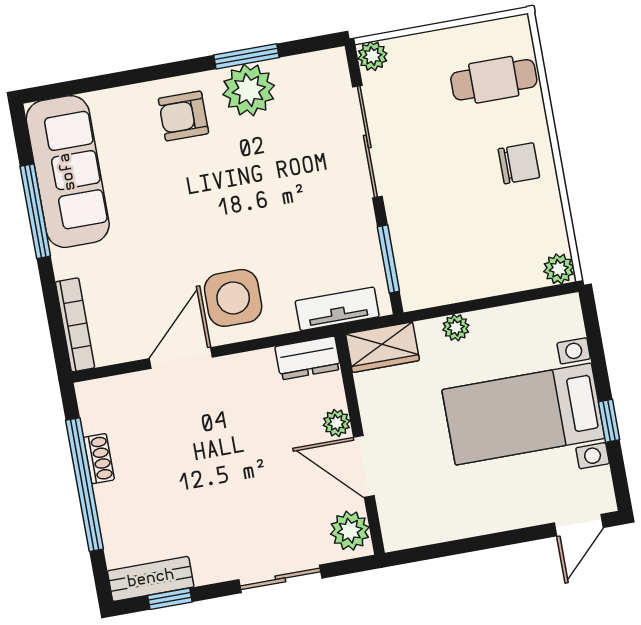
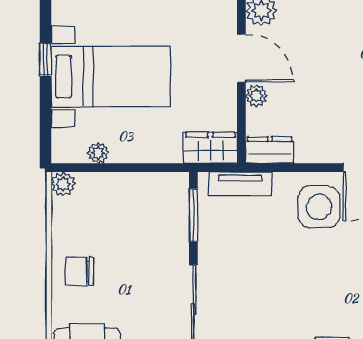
plant: (456, 328) -> (98, 153), moved

